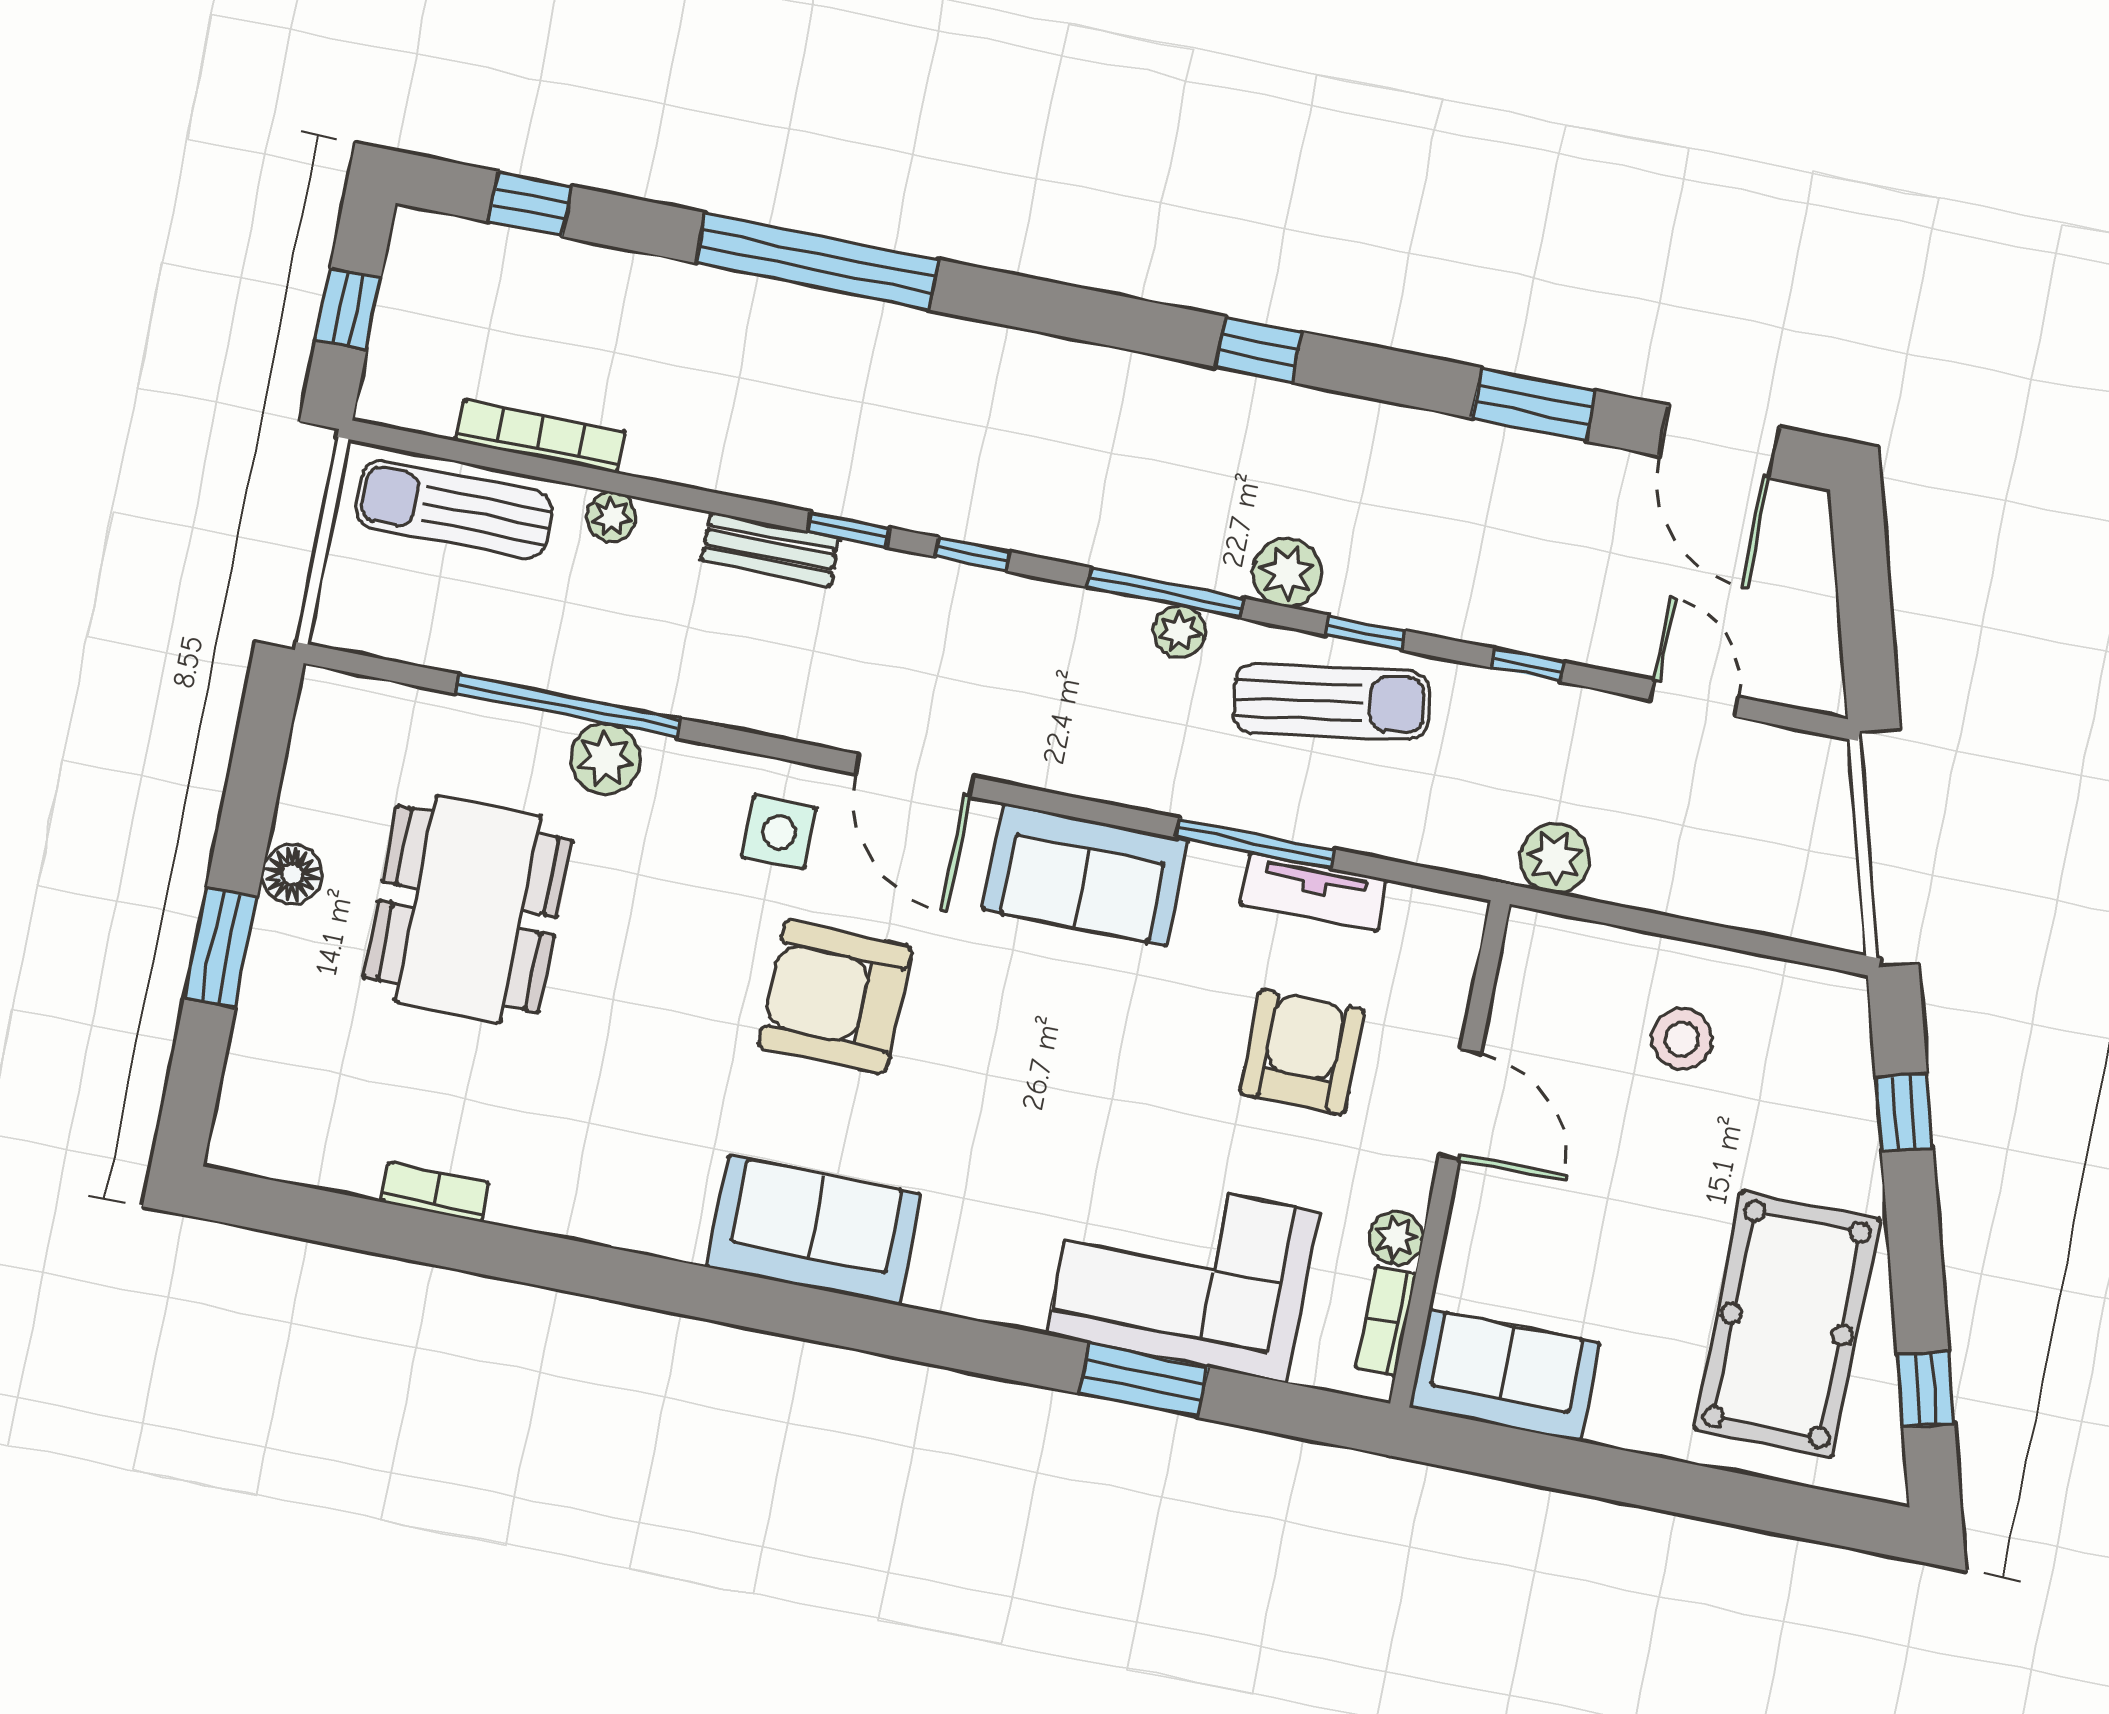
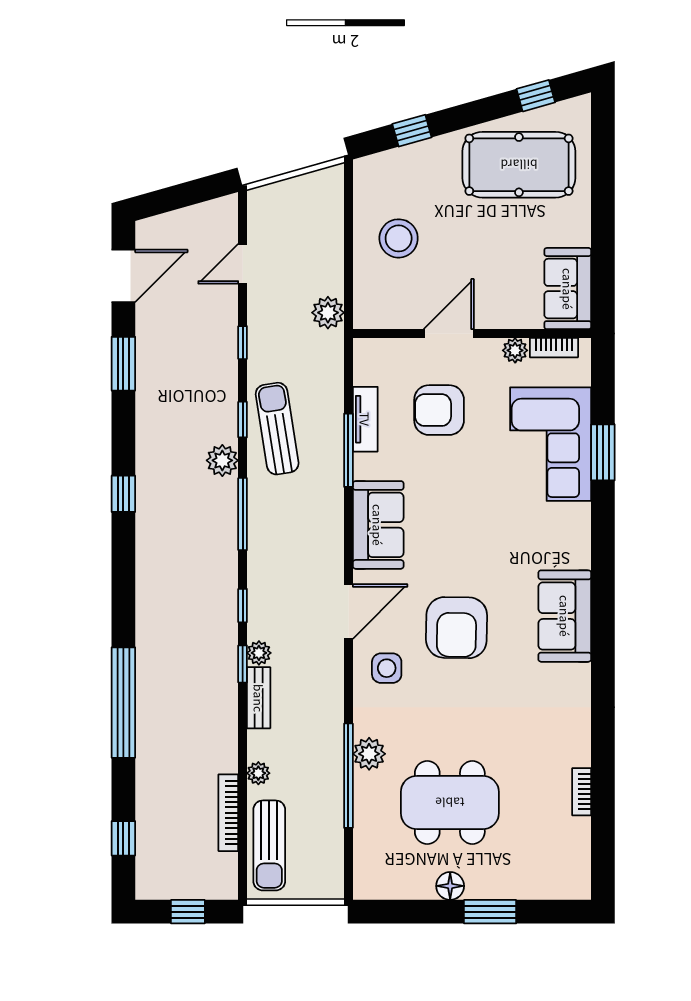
plant: (1180, 632) -> (259, 653), moved
stool: (1682, 1039) -> (399, 238), width x1.38, depth x1.38

